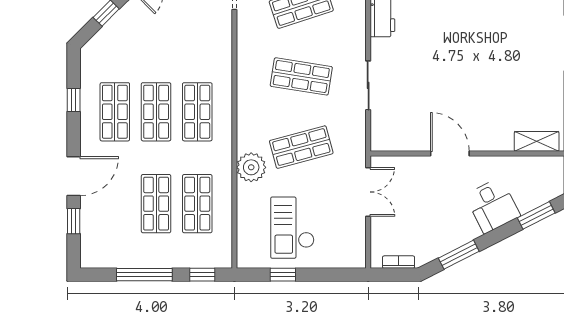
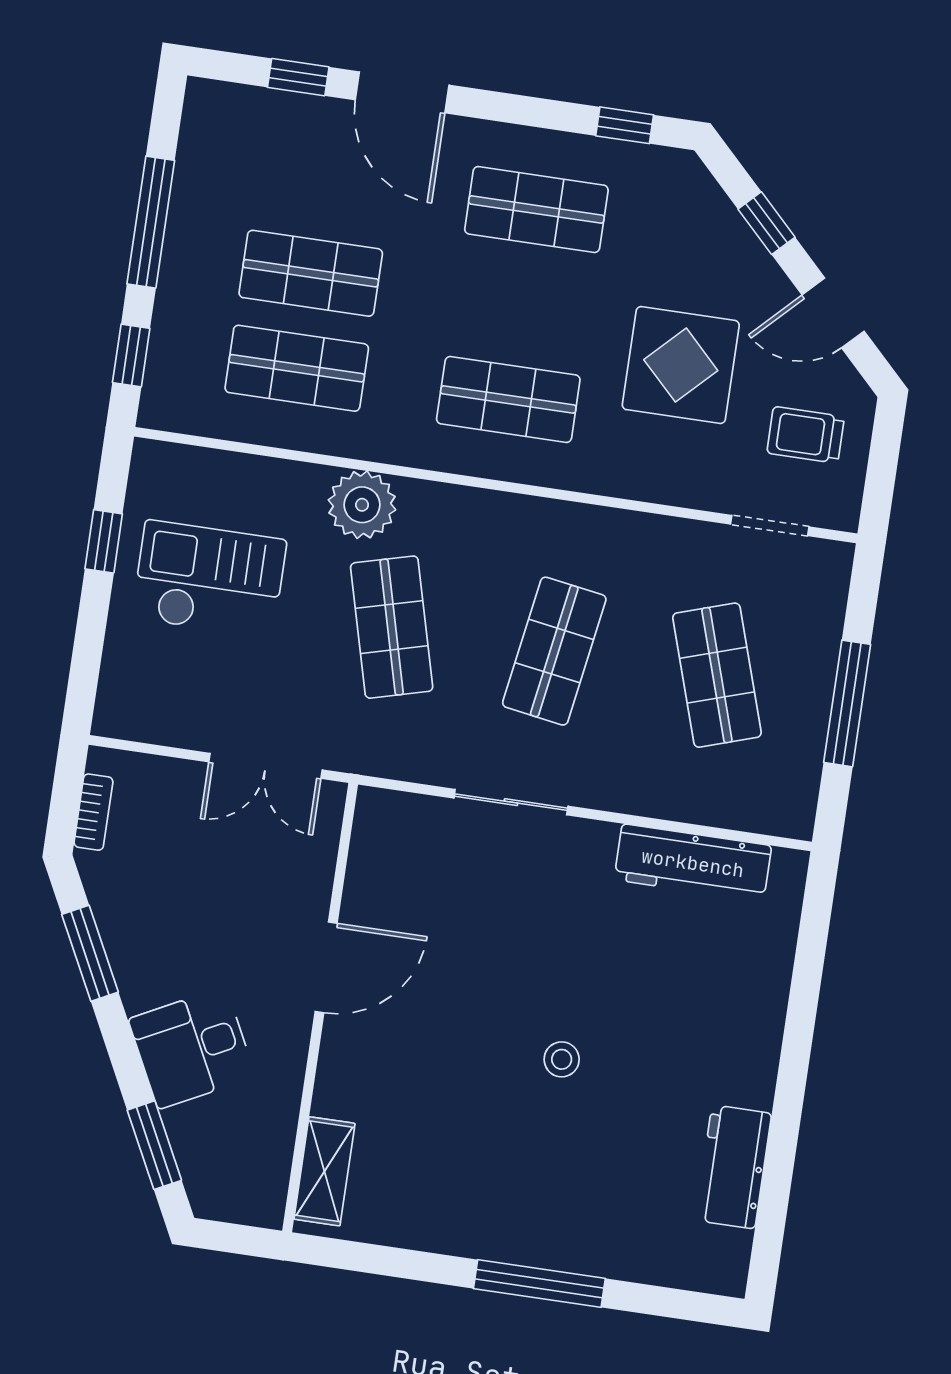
display table: (172, 41) -> (681, 365), added
stool: (474, 48) -> (562, 1059), added
window: (74, 100) -> (625, 125), moved
shop shelf: (156, 112) -> (522, 304), removed

